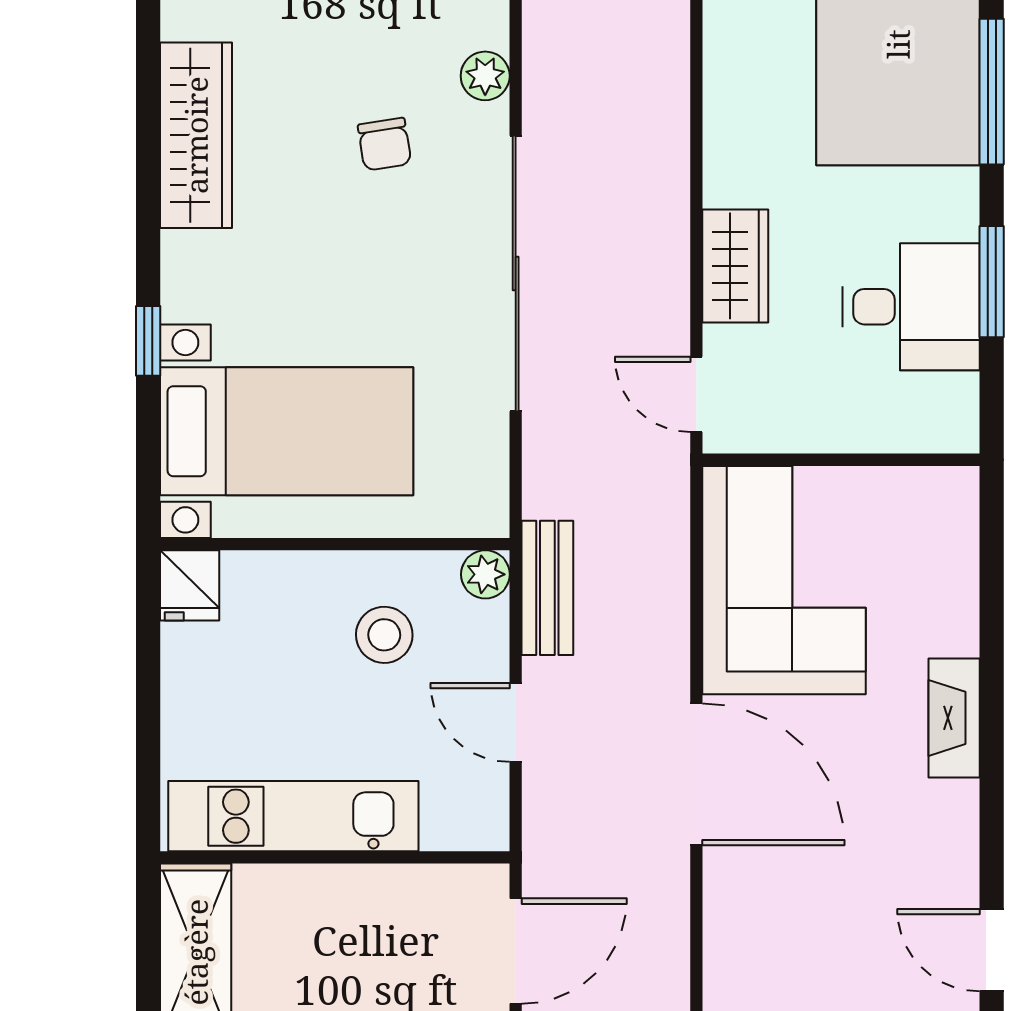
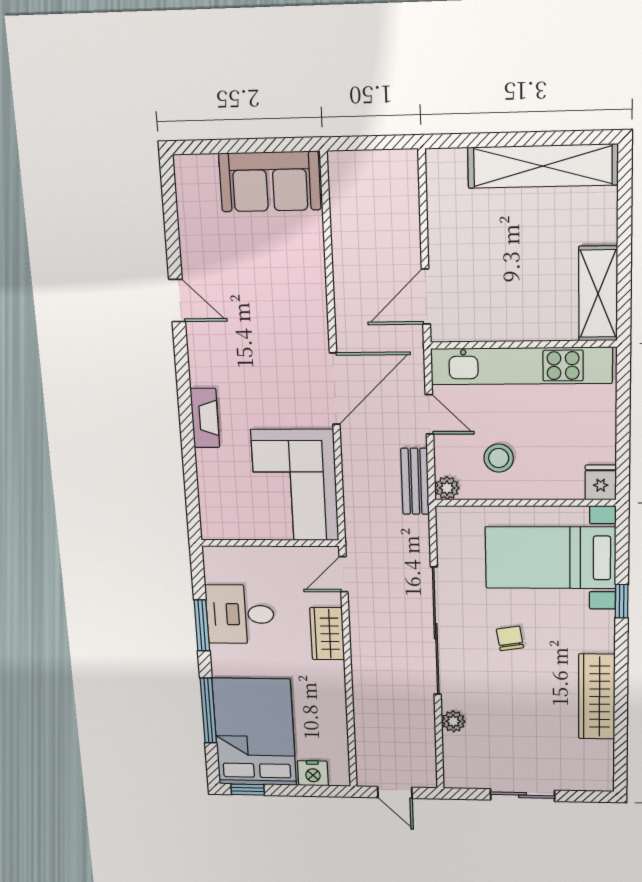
chair: (385, 144) -> (510, 638), moved
door: (696, 394) -> (343, 574), swing flipped
door: (696, 774) -> (335, 389), swing flipped
kitchen unit: (293, 816) -> (521, 366), width x1.36

